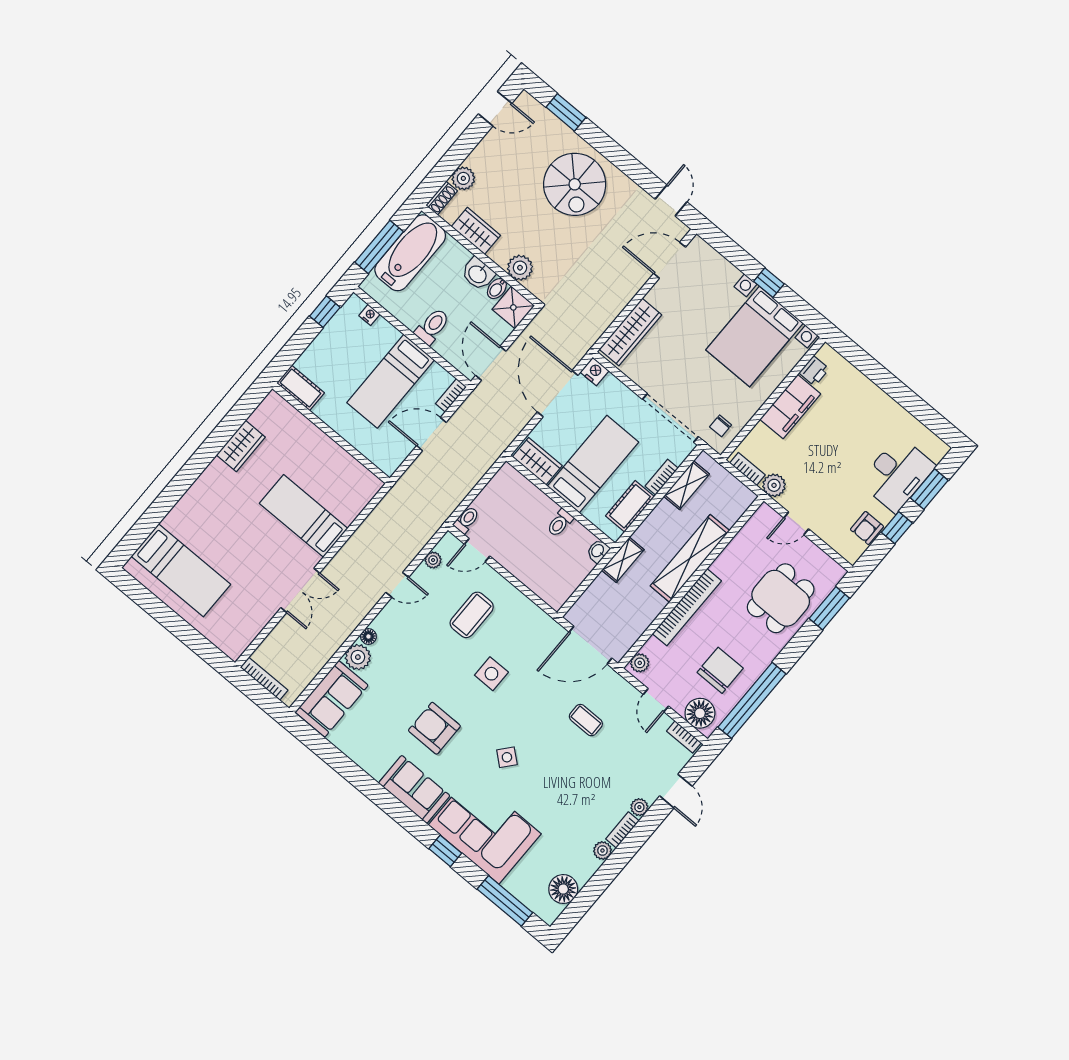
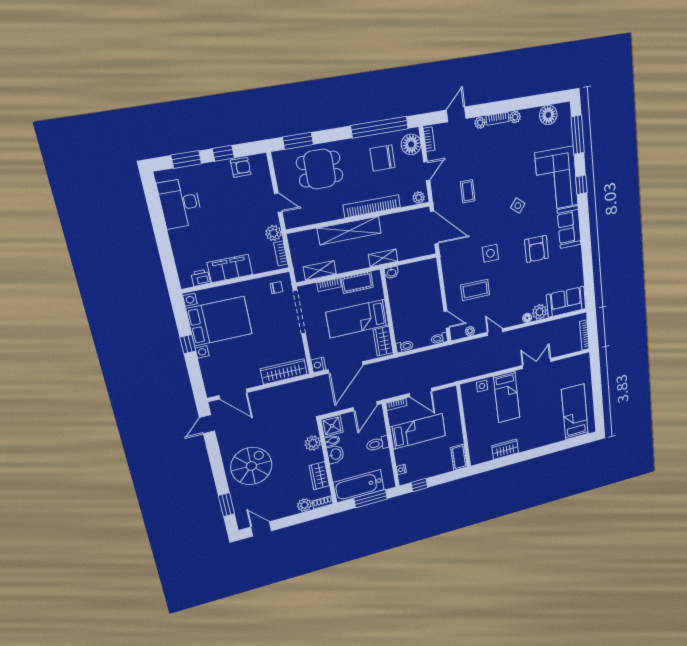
desk: (897, 474) -> (180, 203), moved, turned -90
side table: (353, 504) -> (482, 386), added
toilet: (560, 523) -> (405, 346), moved

